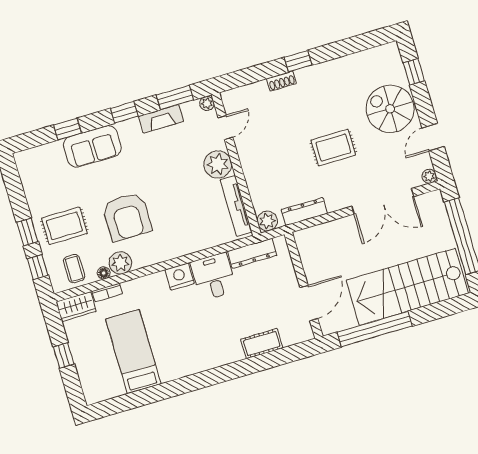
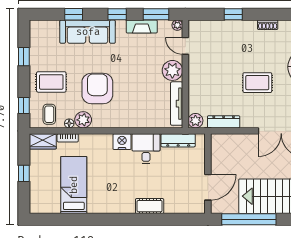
window: (298, 61) -> (233, 14), moved
shoe rack: (282, 81) -> (268, 25), moved
door: (225, 127) -> (185, 46), swing flipped
sofa: (92, 146) -> (88, 32), width x1.36
armchair: (127, 217) -> (97, 88), turned 180
window: (27, 232) -> (24, 57), moved
cot: (262, 344) -> (150, 206), moved

